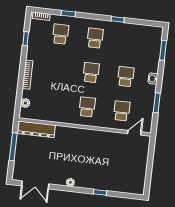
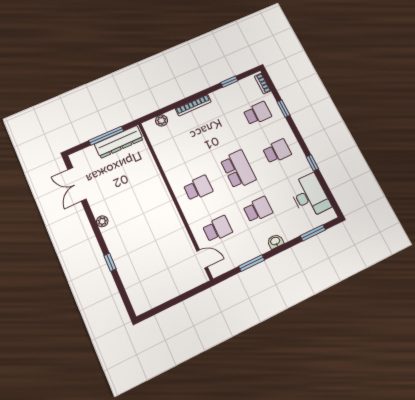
desk: (138, 36) -> (310, 196), added
school desk: (91, 72) -> (238, 169), width x1.85
dresser: (36, 129) -> (119, 142), moved, turned -90

